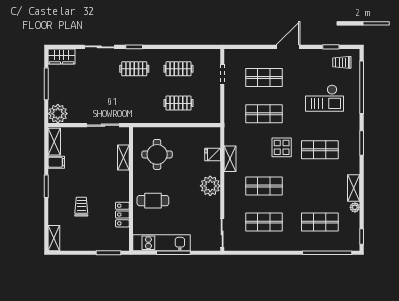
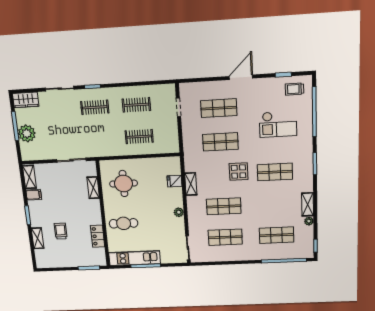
plant: (58, 114) -> (27, 133), moved
plant: (210, 186) -> (179, 212), width x0.53, depth x0.53
shelving: (54, 238) -> (38, 238), moved

